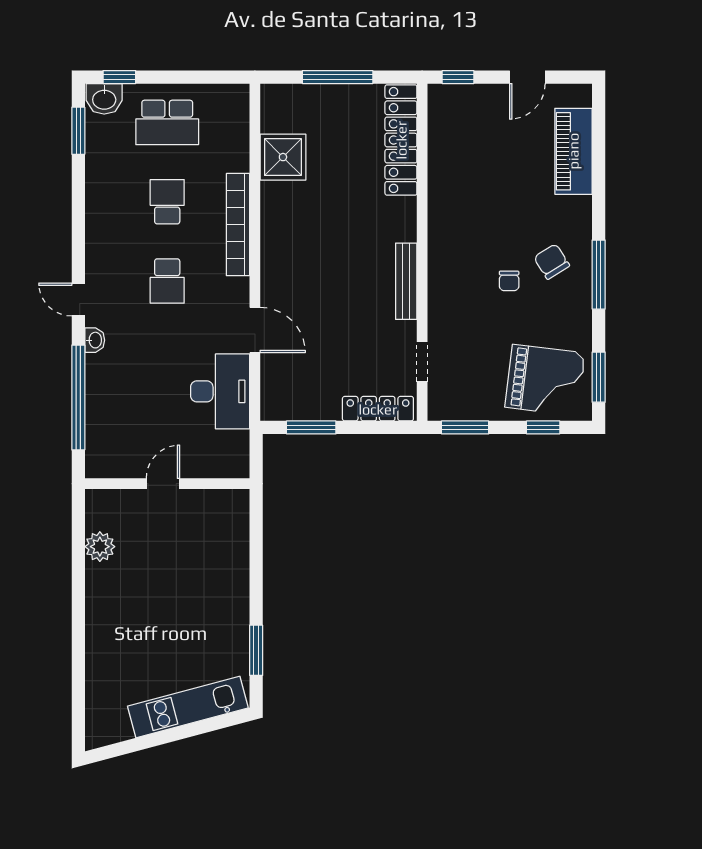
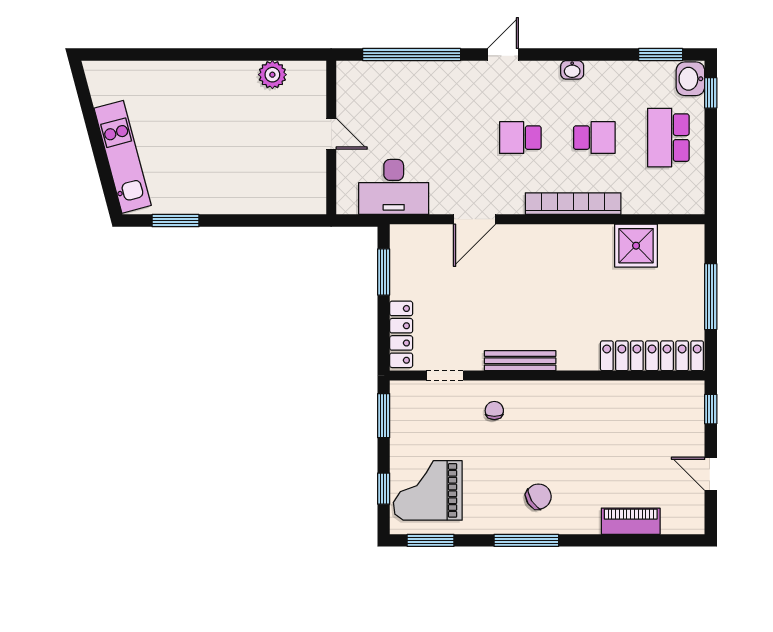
piano: (573, 151) -> (631, 521), width x0.73, depth x0.75
chair: (509, 281) -> (494, 411), moved, turned 90
washbasin: (95, 340) -> (572, 70), moved
grand piano: (545, 380) -> (428, 490), turned 83
desk: (220, 391) -> (394, 187), moved

